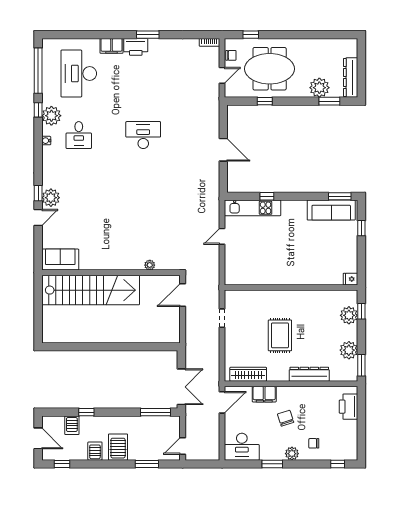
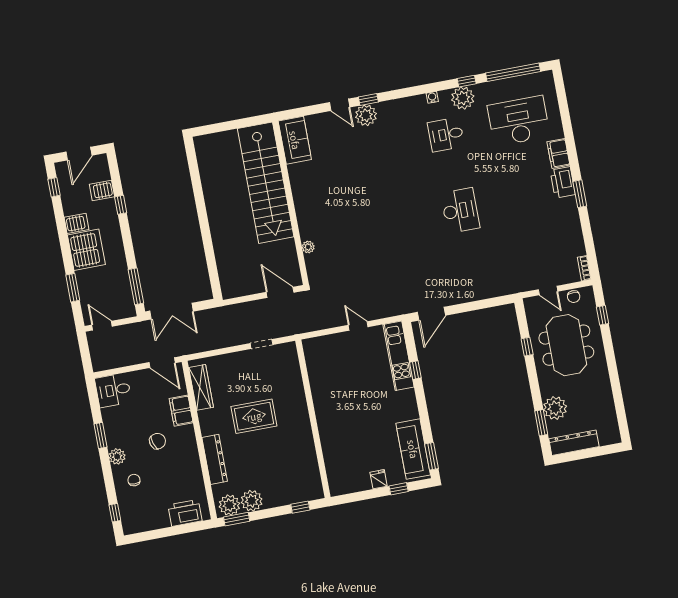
door: (223, 150) -> (431, 314), moved
fridge: (351, 279) -> (379, 479), moved
plant: (349, 315) -> (229, 505), moved
server rack: (118, 447) -> (86, 250), width x1.60
desk: (242, 447) -> (113, 390), width x0.73

